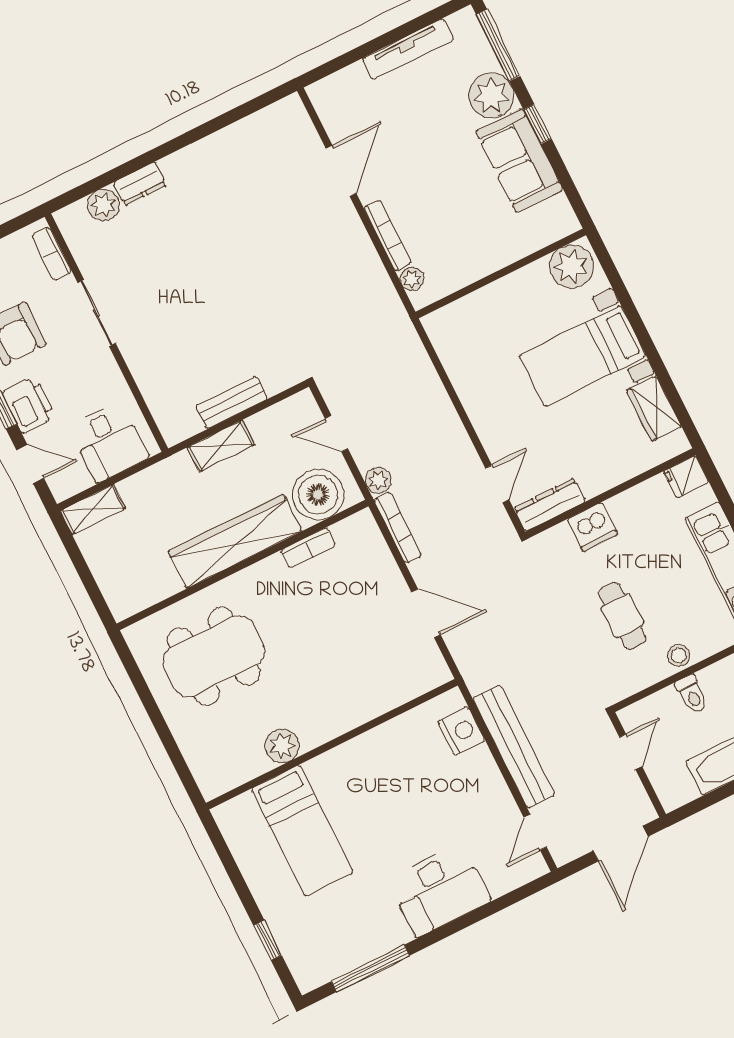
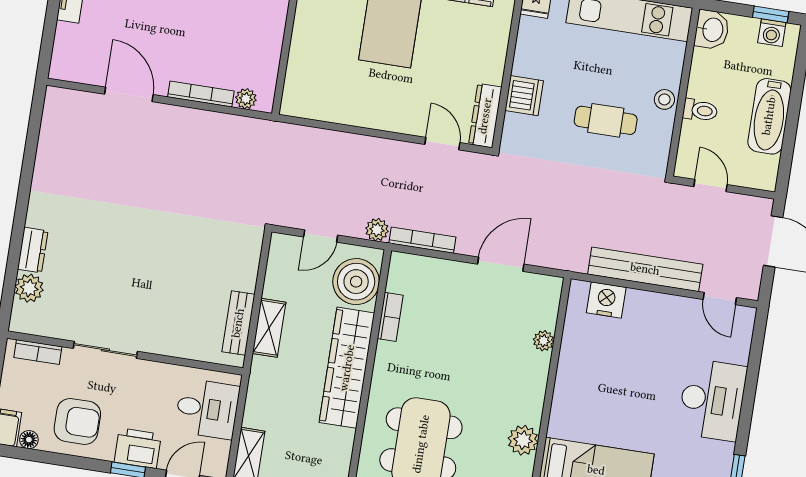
bench: (231, 403) -> (238, 323), moved
plant: (385, 701) -> (544, 341), added

